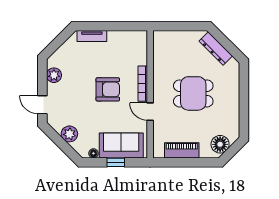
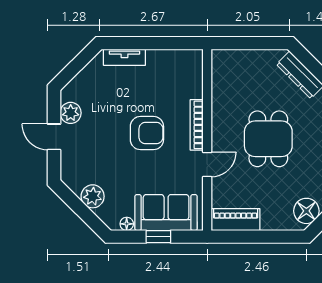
dining table: (193, 93) -> (268, 139), turned 90
door: (42, 105) -> (54, 137), moved
door: (150, 112) -> (207, 164), swing flipped
piano: (182, 150) -> (236, 220), moved

